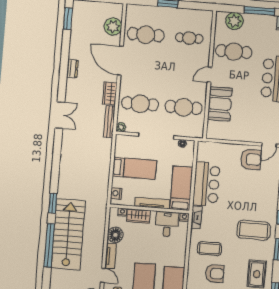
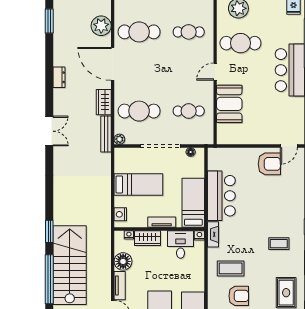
cafe table: (184, 107) -> (189, 111), width x0.73, depth x0.74
tv unit: (152, 203) -> (162, 222), width x0.71
coffee table: (254, 230) -> (279, 244), width x0.54, depth x0.58

